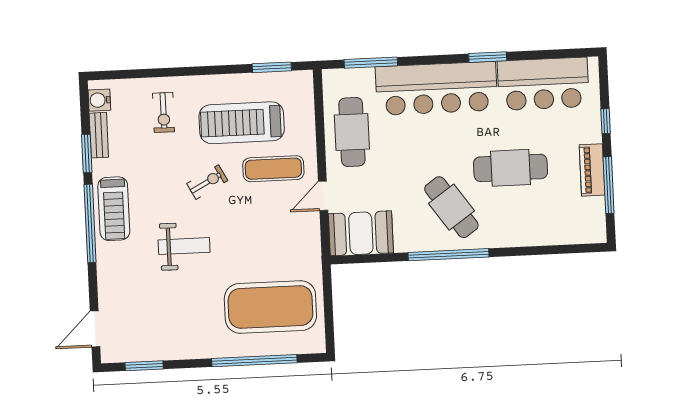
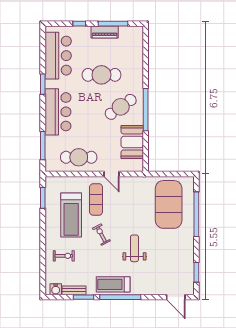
bar counter: (436, 88) -> (58, 112), width x0.73
cafe table: (510, 168) -> (101, 75), turned 90
treadmill: (114, 209) -> (113, 284), turned 180
booth: (361, 233) -> (132, 142), moved

